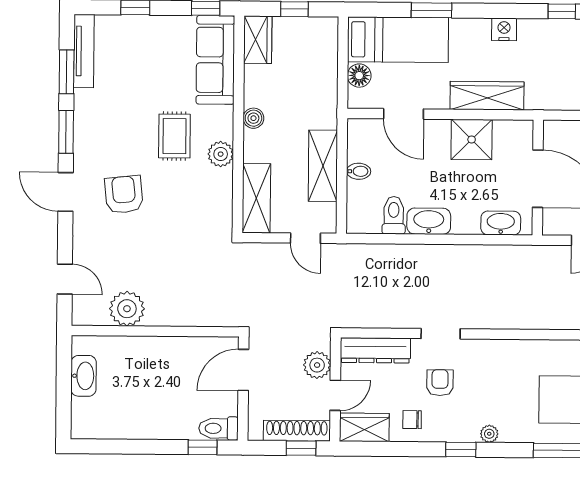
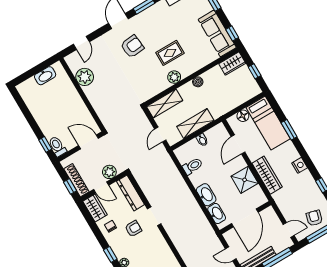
sofa: (215, 60) -> (217, 33), moved, turned -90
washbasin: (429, 221) -> (206, 195), moved

